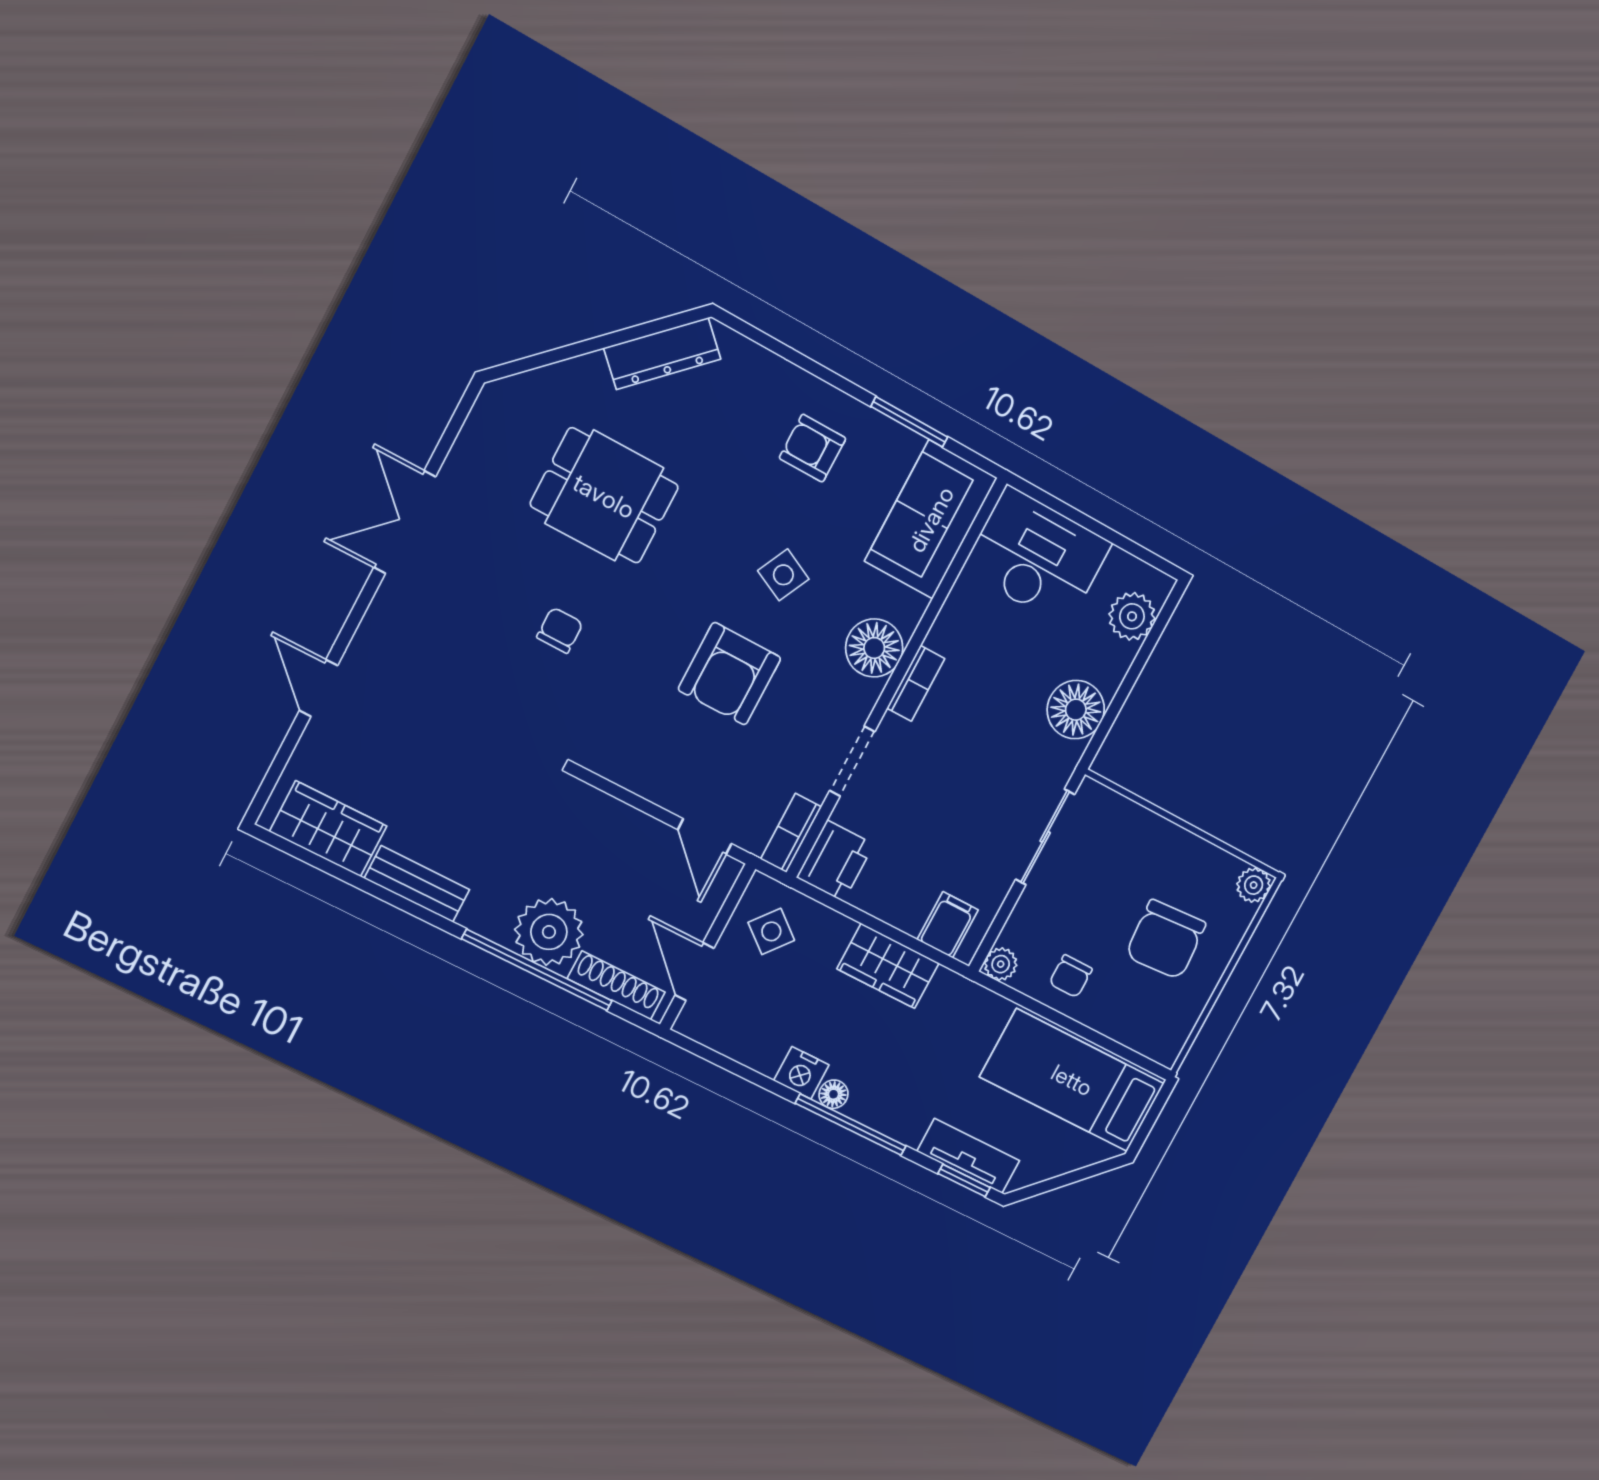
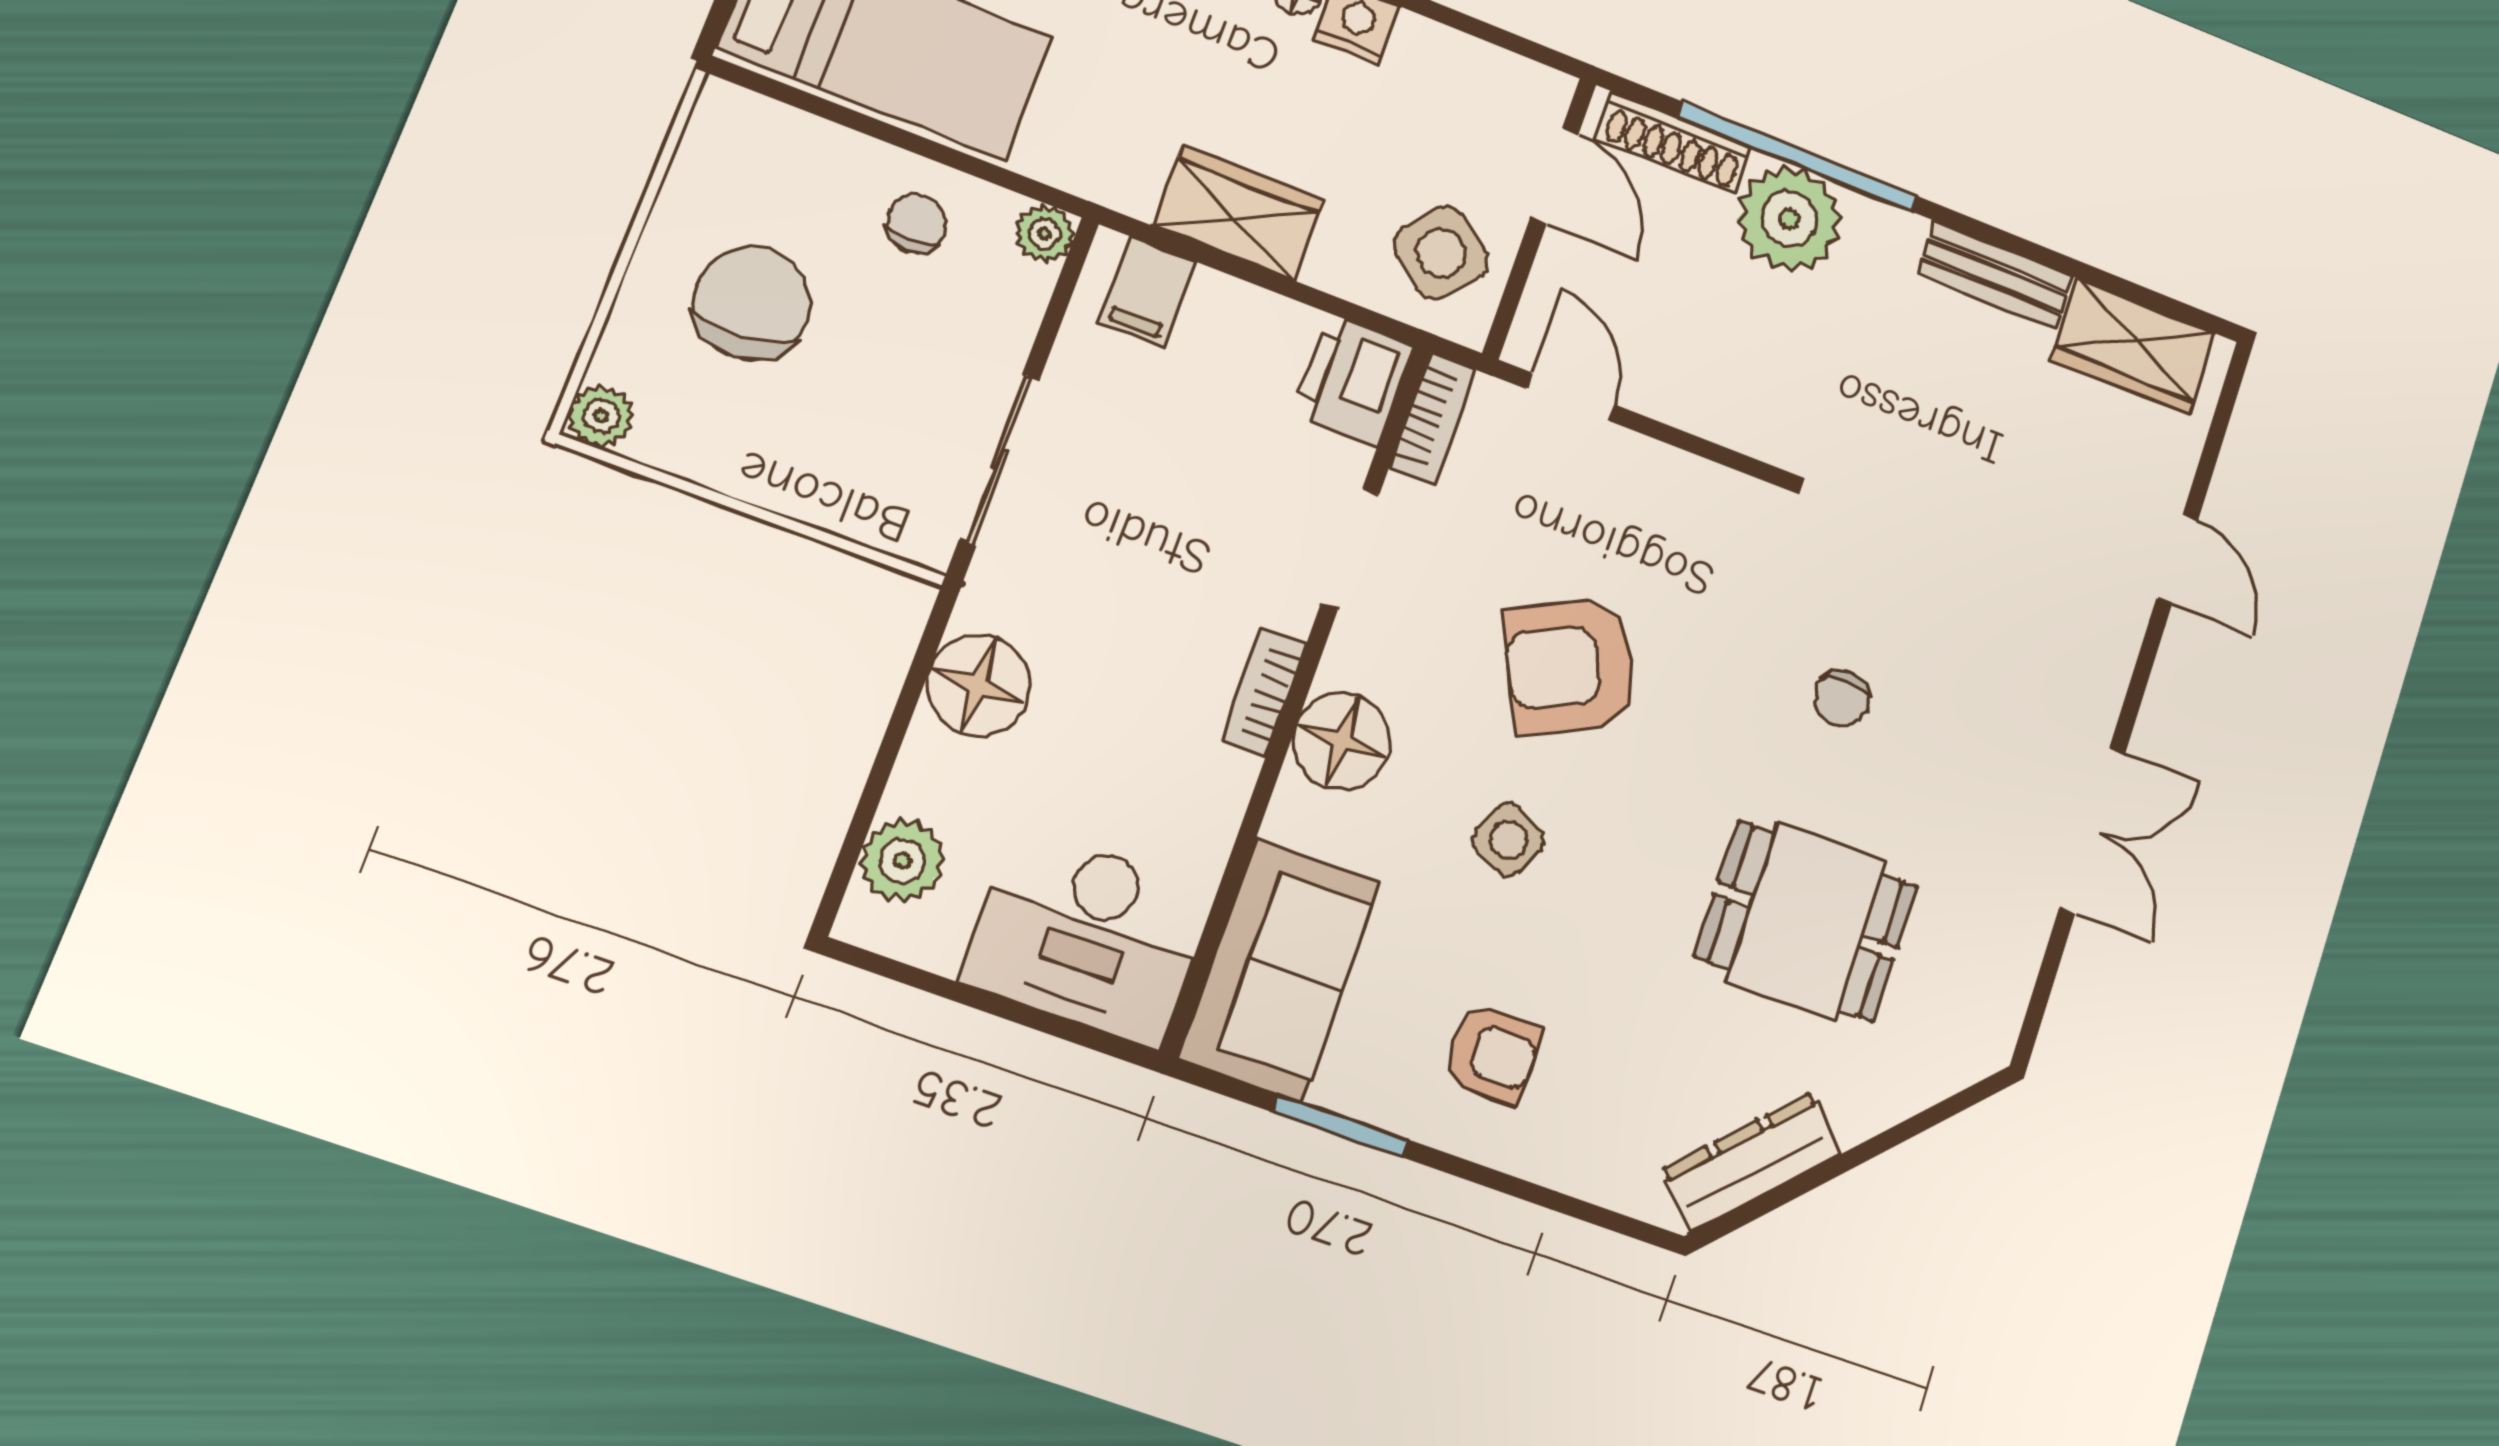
armchair: (729, 674) -> (1570, 666), turned -116
side table: (771, 931) -> (1441, 253), width x1.37, depth x1.37

